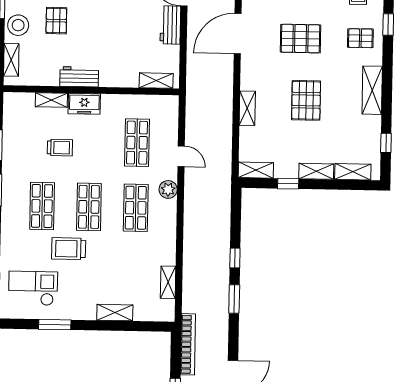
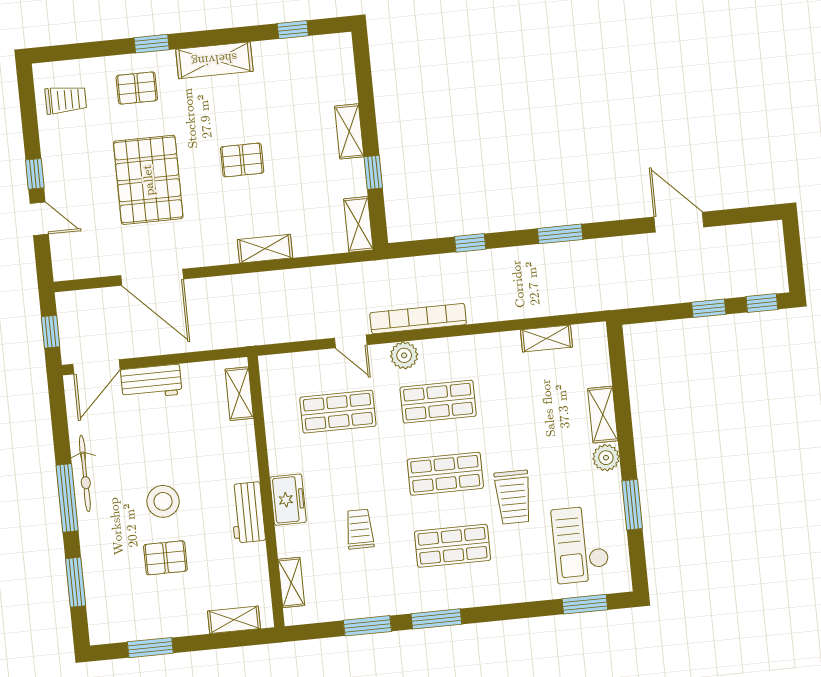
stool: (18, 25) -> (163, 501), moved
window: (388, 25) -> (152, 44), moved
pallet: (360, 38) -> (137, 88), turned 90
pallet: (301, 39) -> (148, 180), width x1.37, depth x1.41
shelving: (51, 100) -> (291, 582), moved
pallet: (306, 100) -> (242, 160), width x0.67, depth x0.71
door: (181, 156) -> (351, 341), swing flipped
shelving: (353, 172) -> (343, 75), removed
window: (235, 258) -> (470, 243), moved
plant: (87, 311) -> (606, 458), added
bookcase: (188, 344) -> (418, 319), moved

